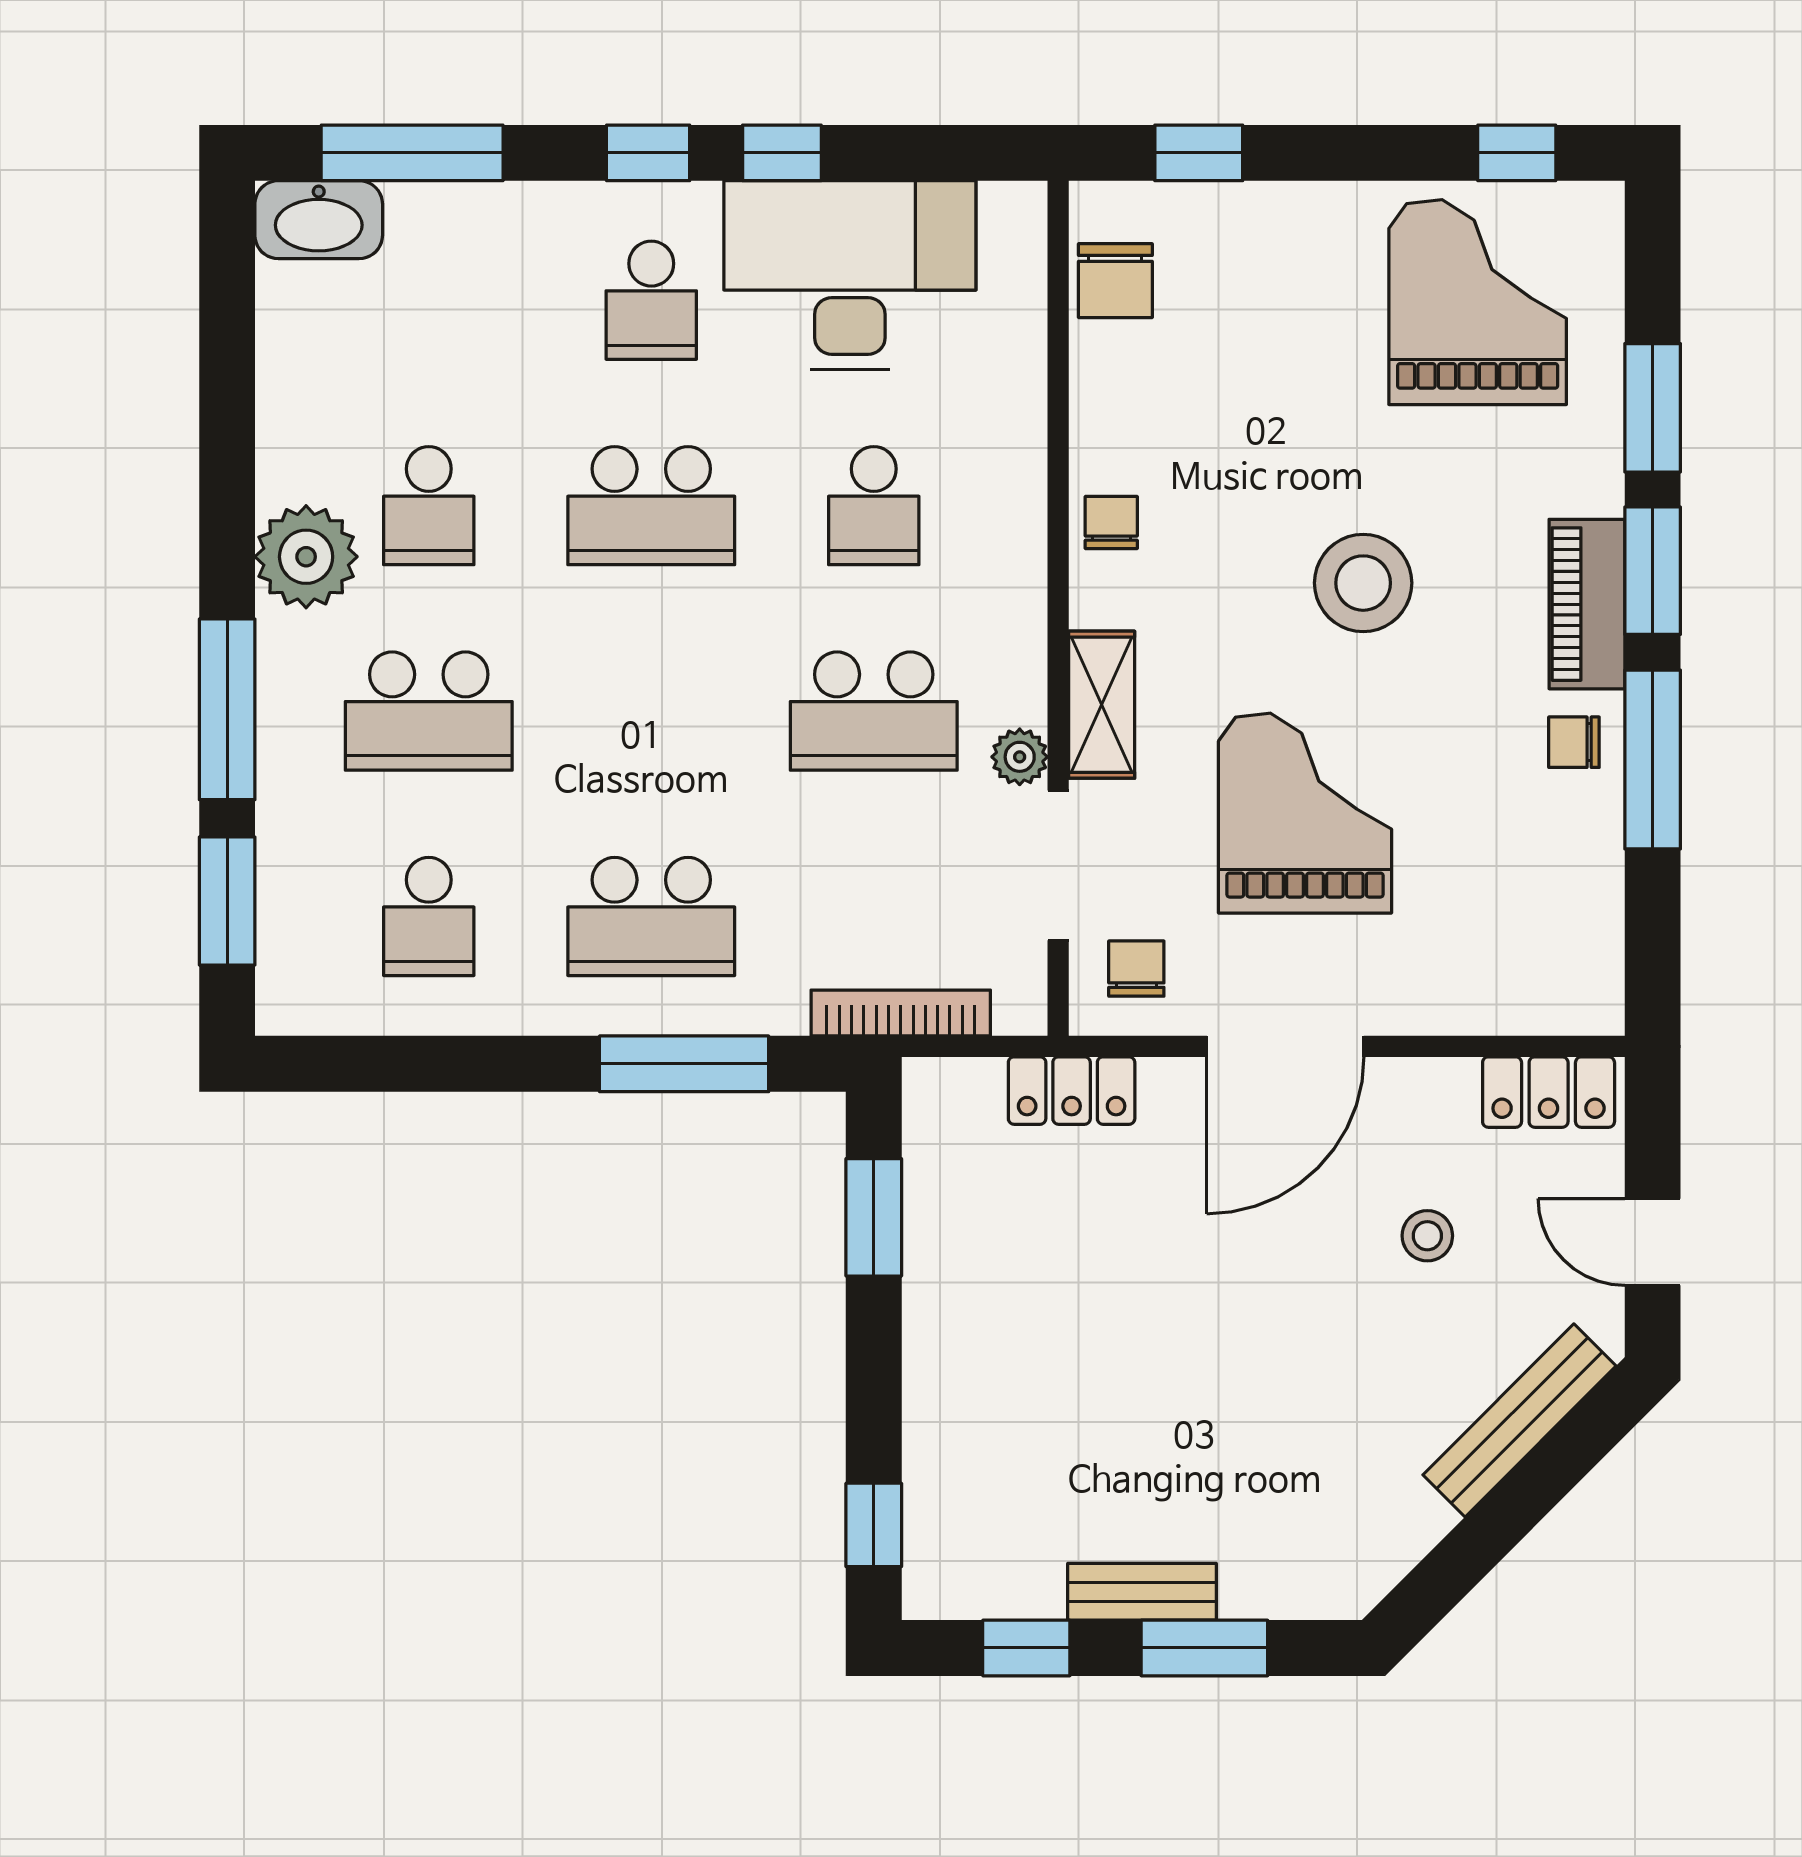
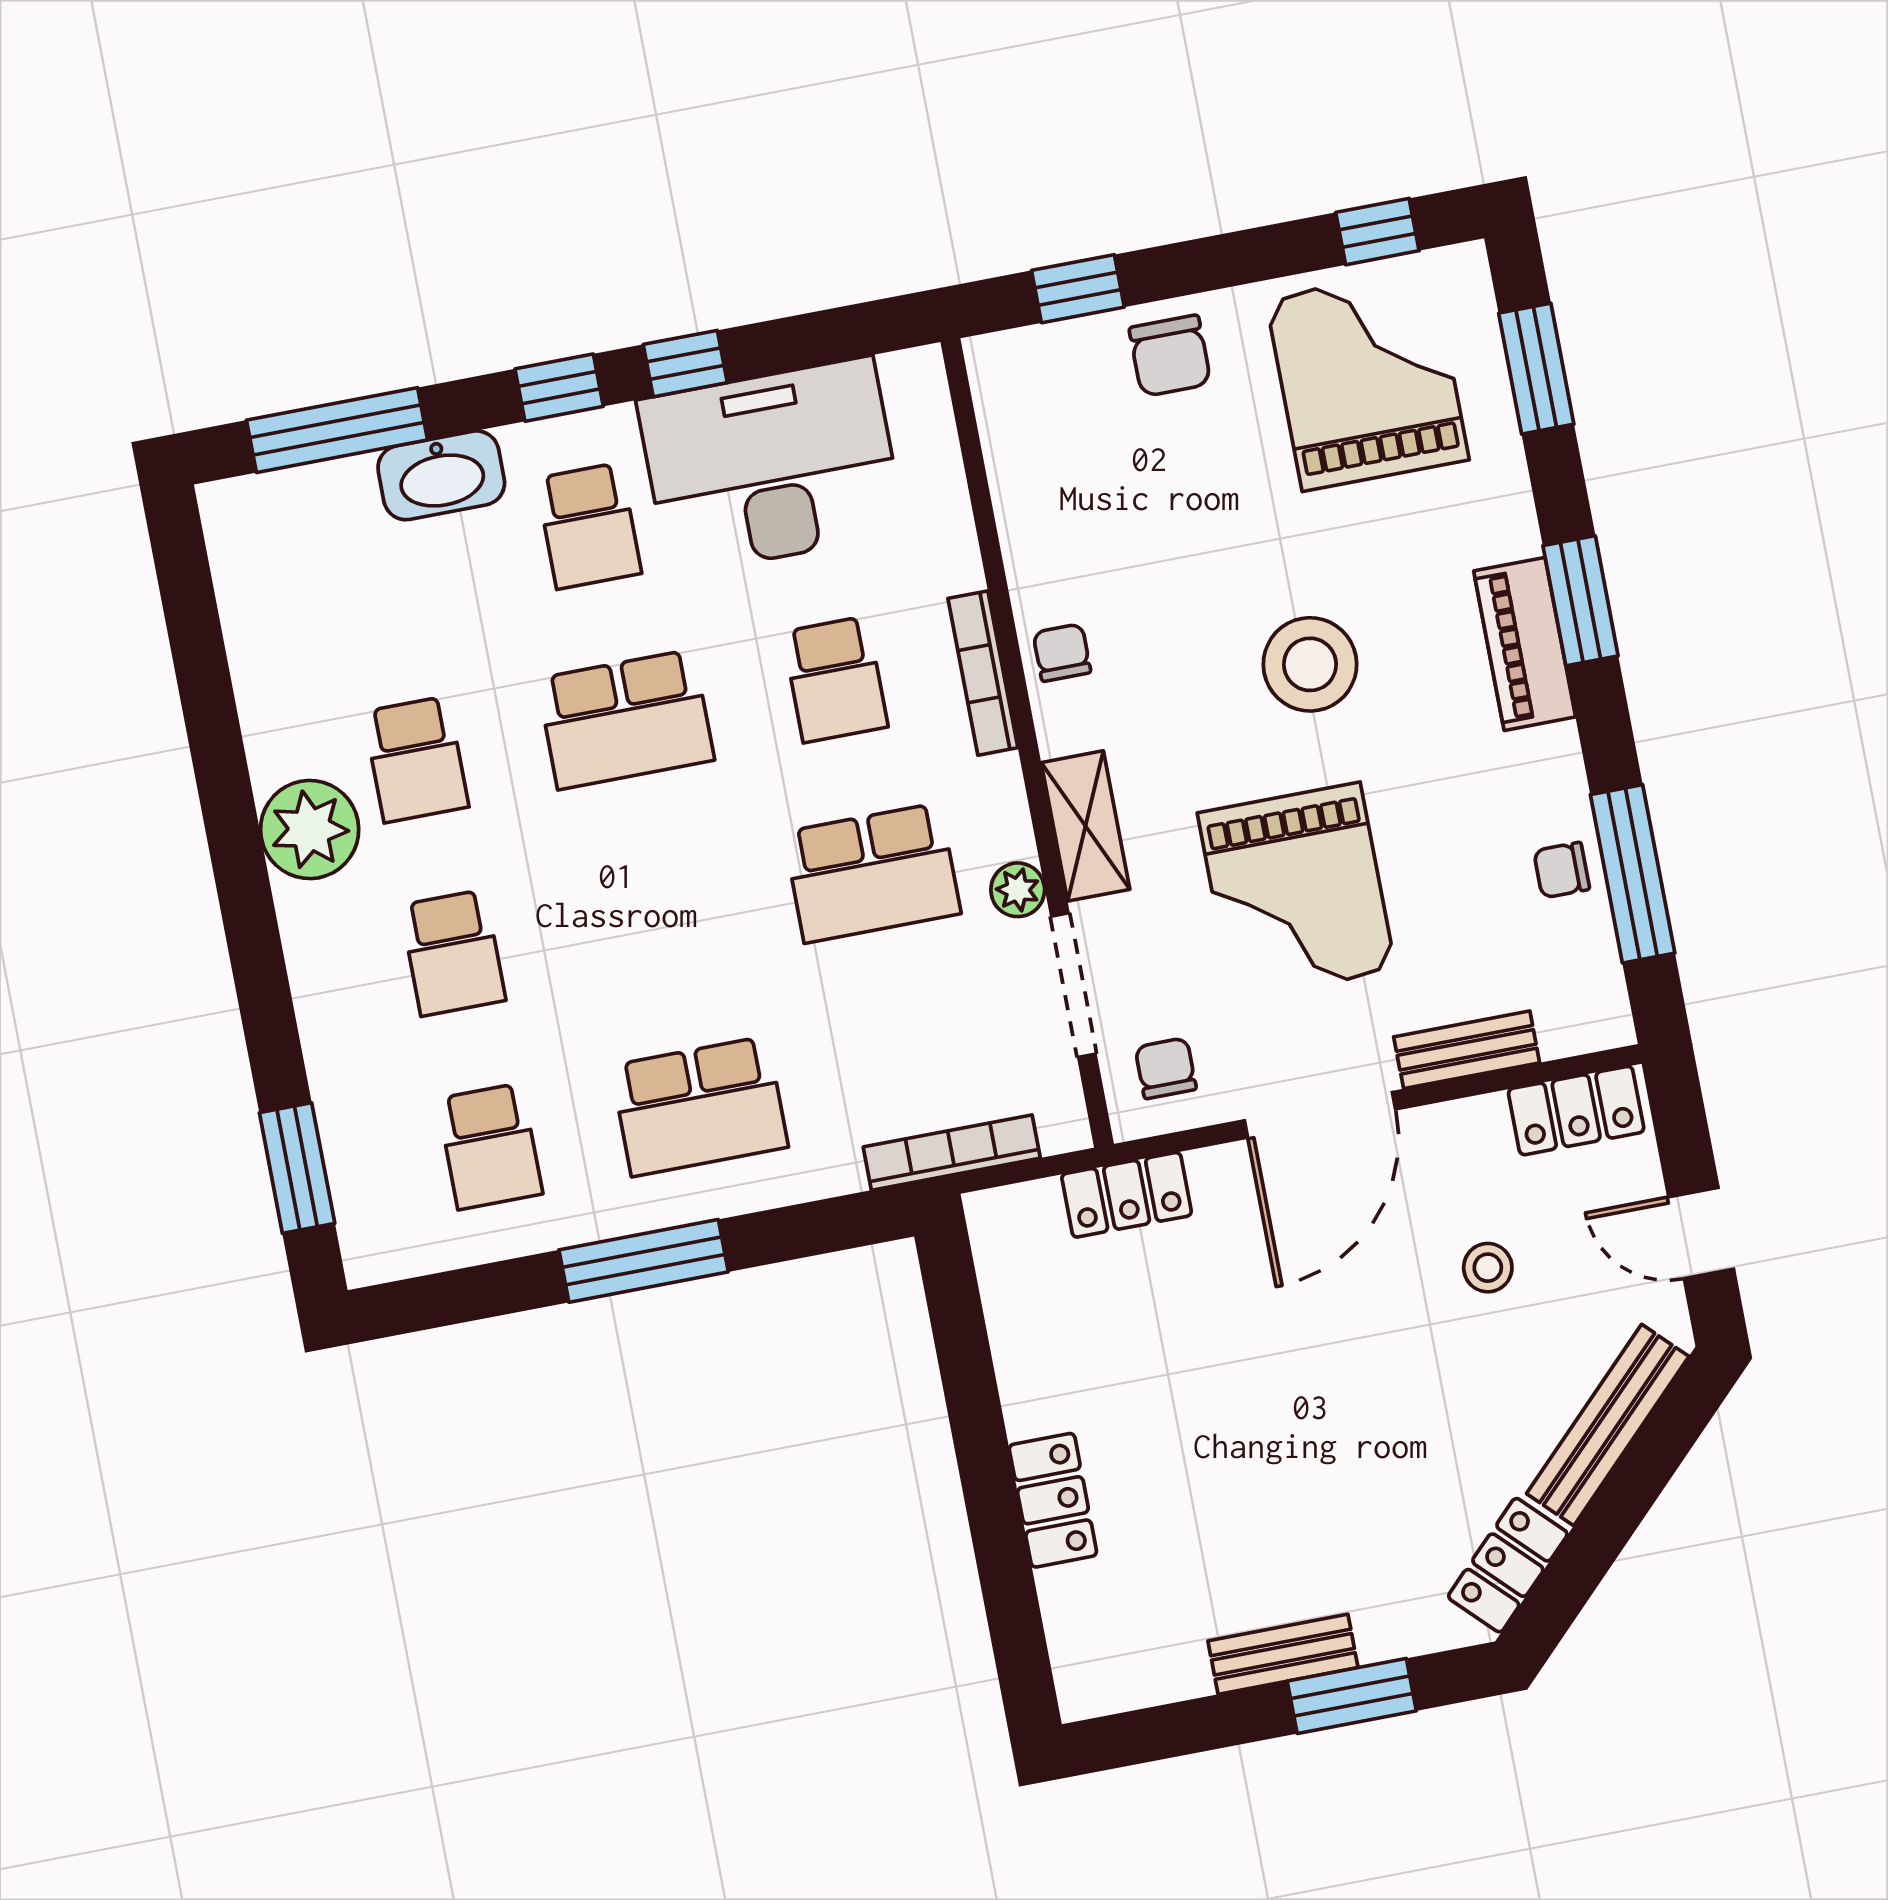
washbasin: (319, 220) -> (441, 475), moved
chair: (1115, 281) -> (1170, 356), moved
window: (1653, 408) -> (1536, 369), moved
bookcase: (1026, 528) -> (983, 673), added
window: (227, 709) -> (263, 987), removed
school desk: (429, 711) -> (453, 953), width x0.54
chair: (1574, 742) -> (1562, 870), moved
window: (1653, 759) -> (1633, 874), moved
grand piano: (1305, 813) -> (1297, 891), turned 180
bench: (1448, 1008) -> (1467, 1050), added
window: (684, 1064) -> (644, 1261), moved
window: (874, 1217) -> (963, 1350), removed
locker: (936, 1389) -> (1053, 1500), added
window: (874, 1525) -> (1018, 1640), removed
locker: (1390, 1544) -> (1508, 1565), added
window: (1026, 1648) -> (1184, 1728), removed

